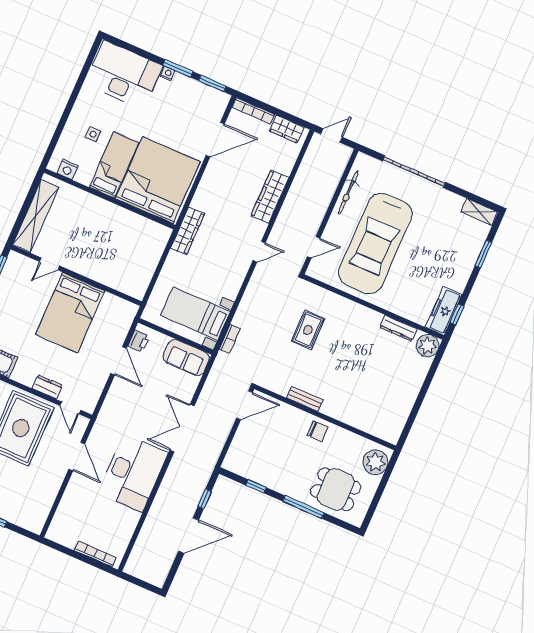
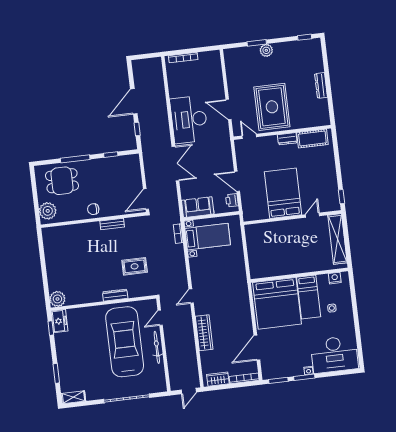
bicycle: (348, 192) -> (157, 347), moved
wardrobe: (188, 231) -> (241, 283), removed
freezer: (444, 311) -> (59, 321), width x0.71
dresser: (398, 328) -> (115, 295), moved
rug: (308, 330) -> (135, 266), turned 90
dresser: (47, 387) -> (287, 139), moved

